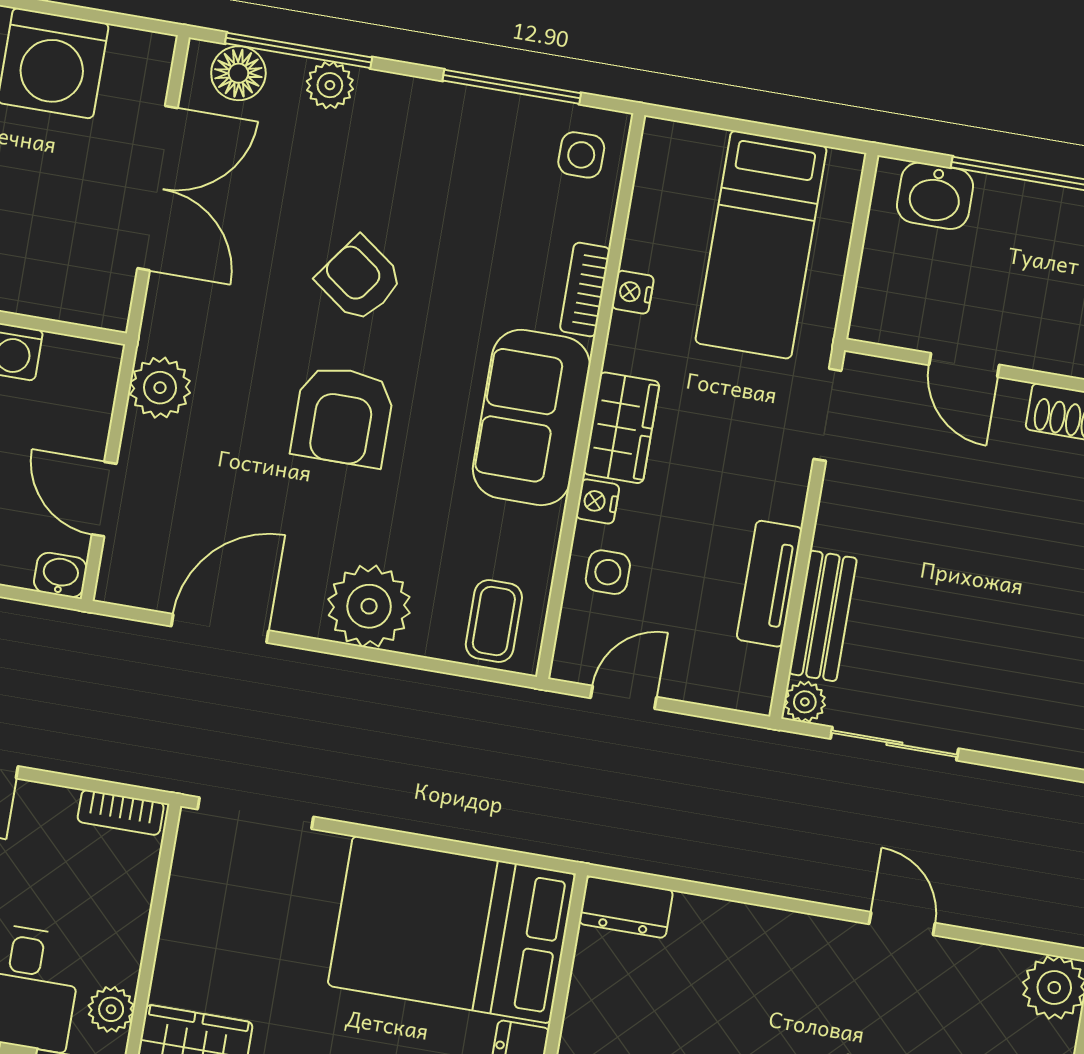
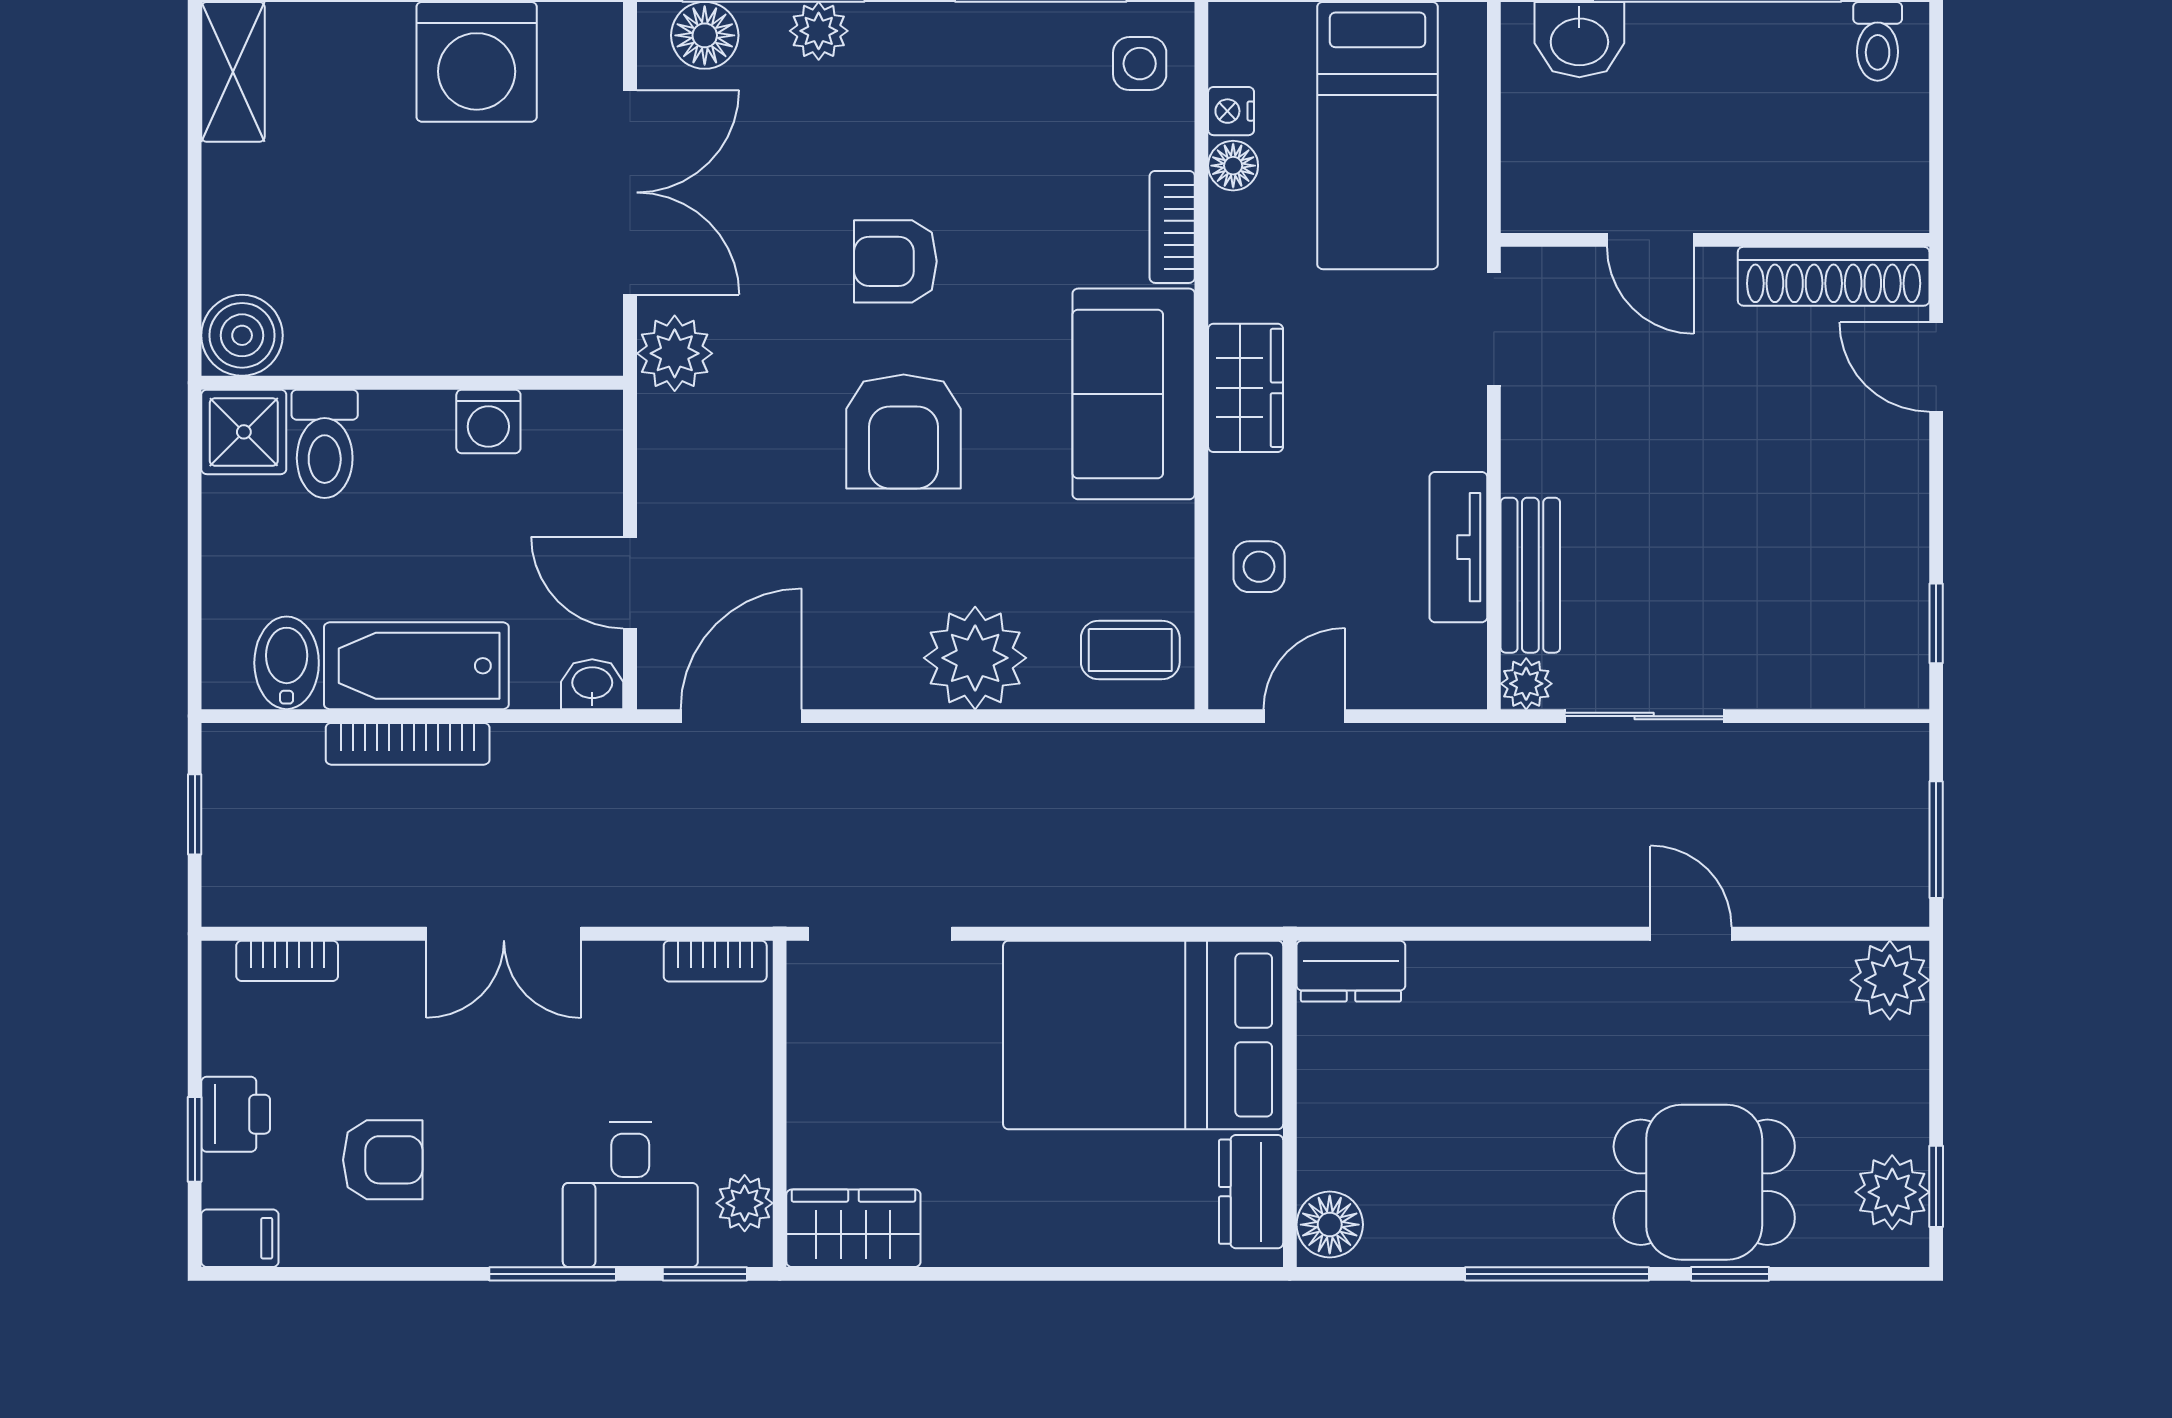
floor lamp: (642, 249) -> (1233, 166), added
armchair: (360, 279) -> (895, 261), turned -36
nightstand: (633, 292) -> (1231, 111), moved
plant: (160, 388) -> (675, 353), moved
nightstand: (598, 501) -> (1232, 483), removed
coffee table: (494, 621) -> (1130, 650), turned 90
door: (220, 628) -> (741, 716), moved

